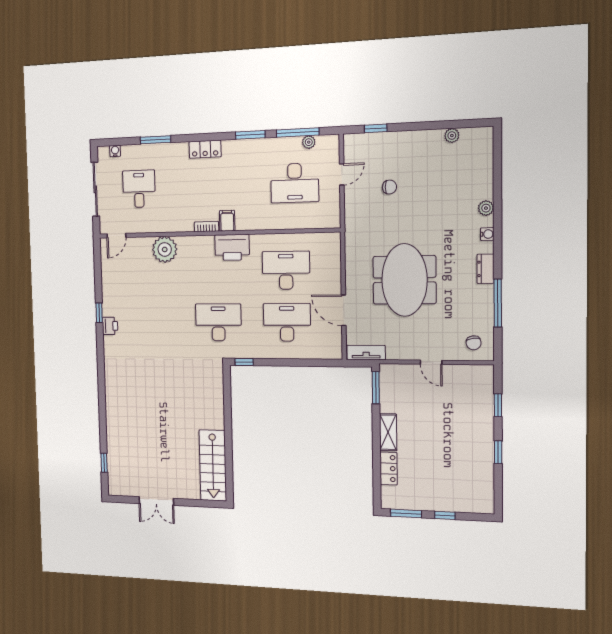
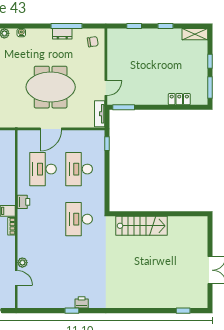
door: (116, 236) -> (16, 278), moved
printer: (232, 247) -> (23, 202), width x0.53, depth x0.68
plant: (165, 249) -> (22, 263), width x0.53, depth x0.53
dresser: (485, 269) -> (62, 34), moved
door: (344, 310) -> (51, 129), moved
window: (244, 362) -> (107, 144), moved
door: (431, 362) -> (106, 88), moved
shelving: (388, 432) -> (195, 34), moved
stairs: (213, 465) -> (142, 226), moved

